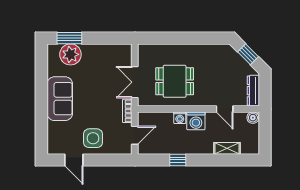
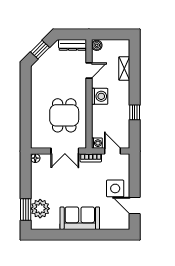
floor lamp: (127, 49) -> (35, 158), added
washing machine: (180, 118) -> (97, 143), moved
door: (74, 160) -> (135, 206), swing flipped

